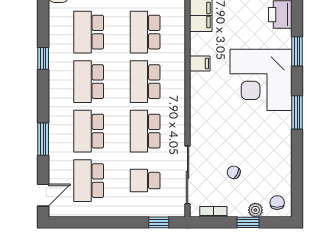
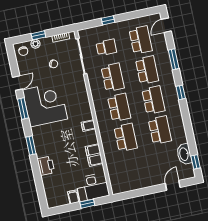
window: (43, 58) -> (181, 92), moved
corner desk: (261, 80) -> (45, 104), moved
door: (297, 154) -> (18, 83), added
window: (159, 222) -> (108, 20), moved

